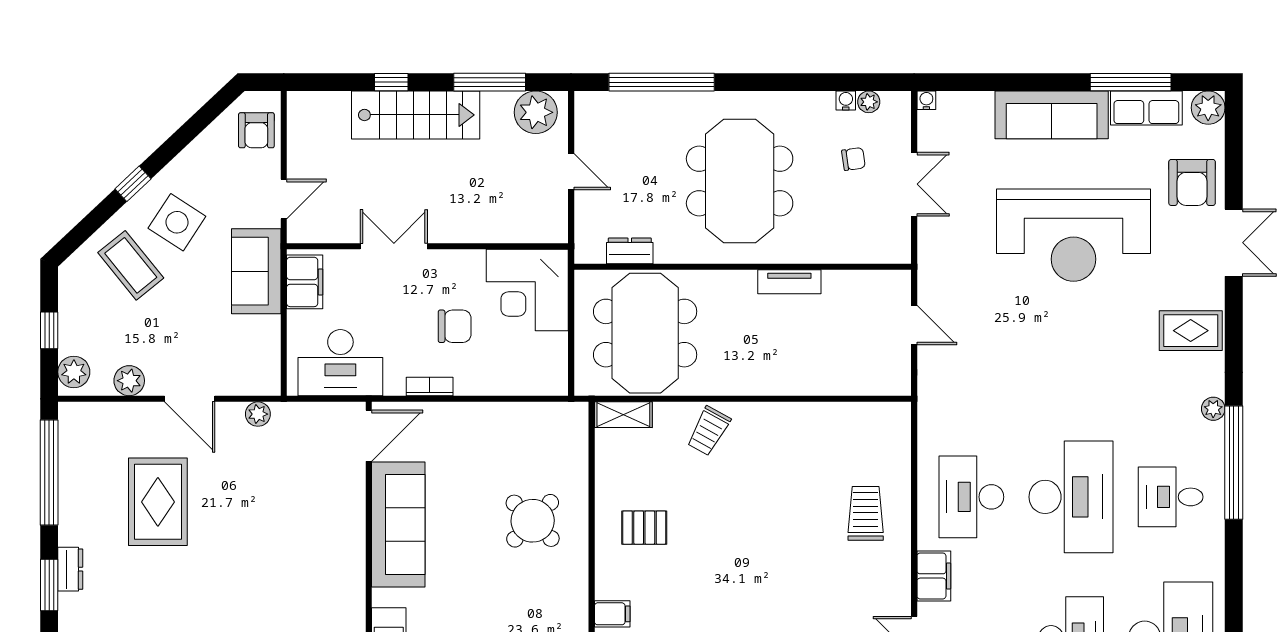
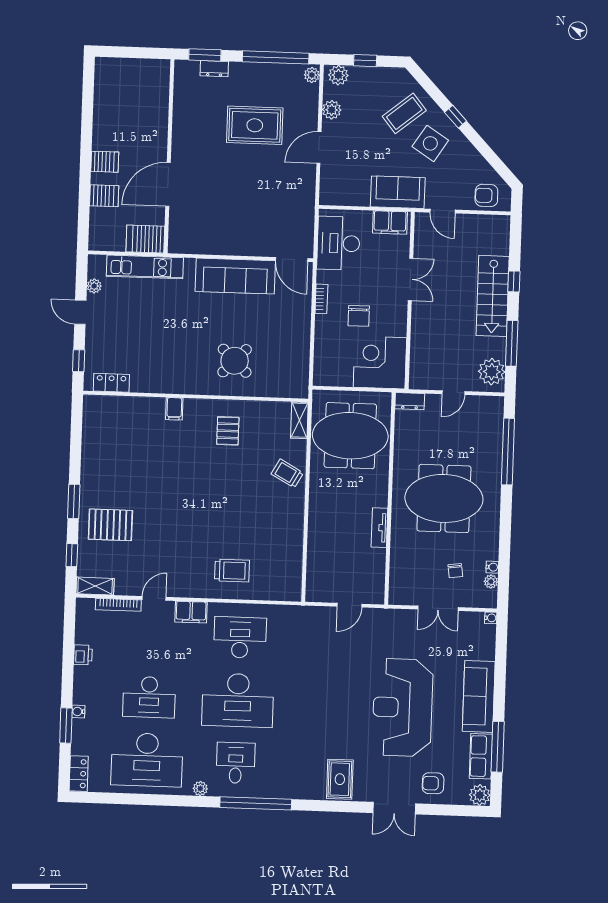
armchair: (1192, 182) -> (433, 783), width x0.72, depth x0.72
dresser: (630, 251) -> (410, 401), moved, turned 90
plant: (1213, 409) -> (200, 789), moved
plant: (258, 414) -> (312, 75), moved

